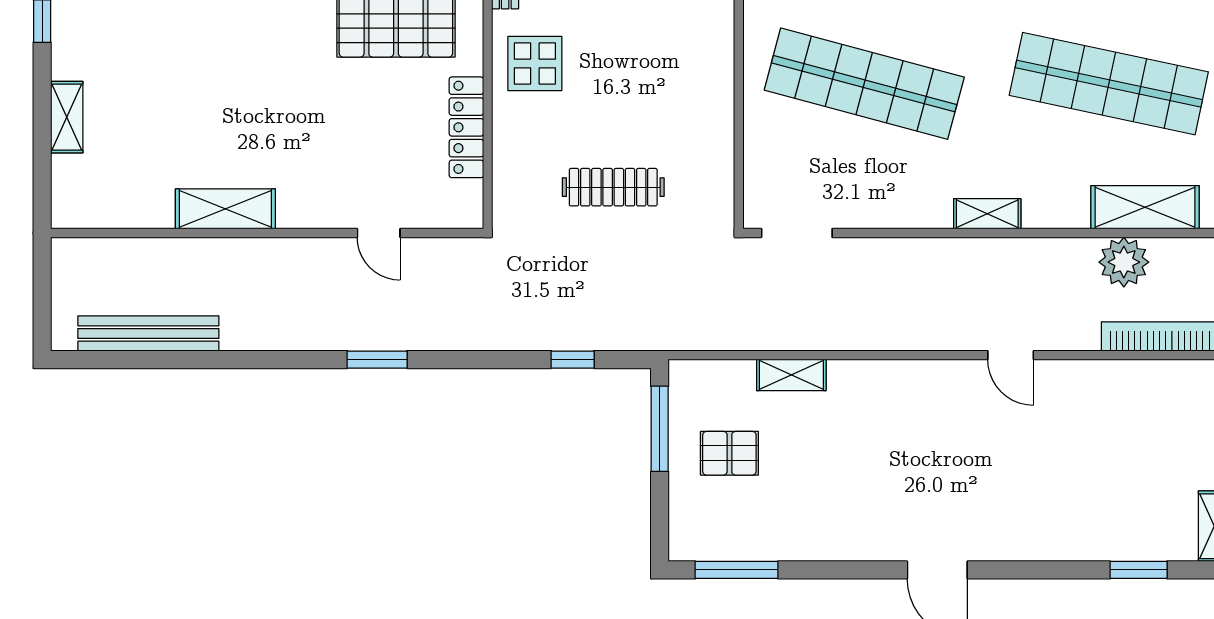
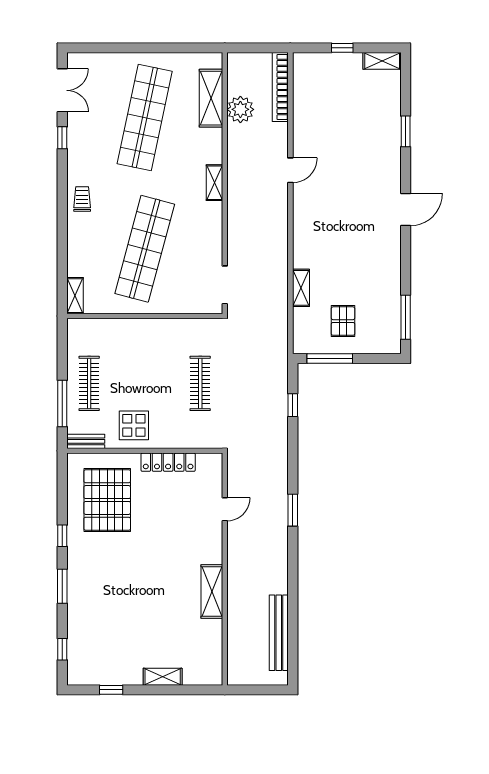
window: (1139, 570) -> (406, 131), moved

